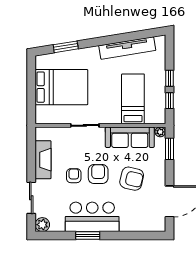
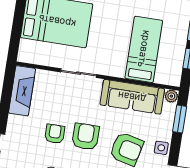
fireplace: (43, 160) -> (22, 91), moved
side table: (159, 174) -> (161, 148), added

